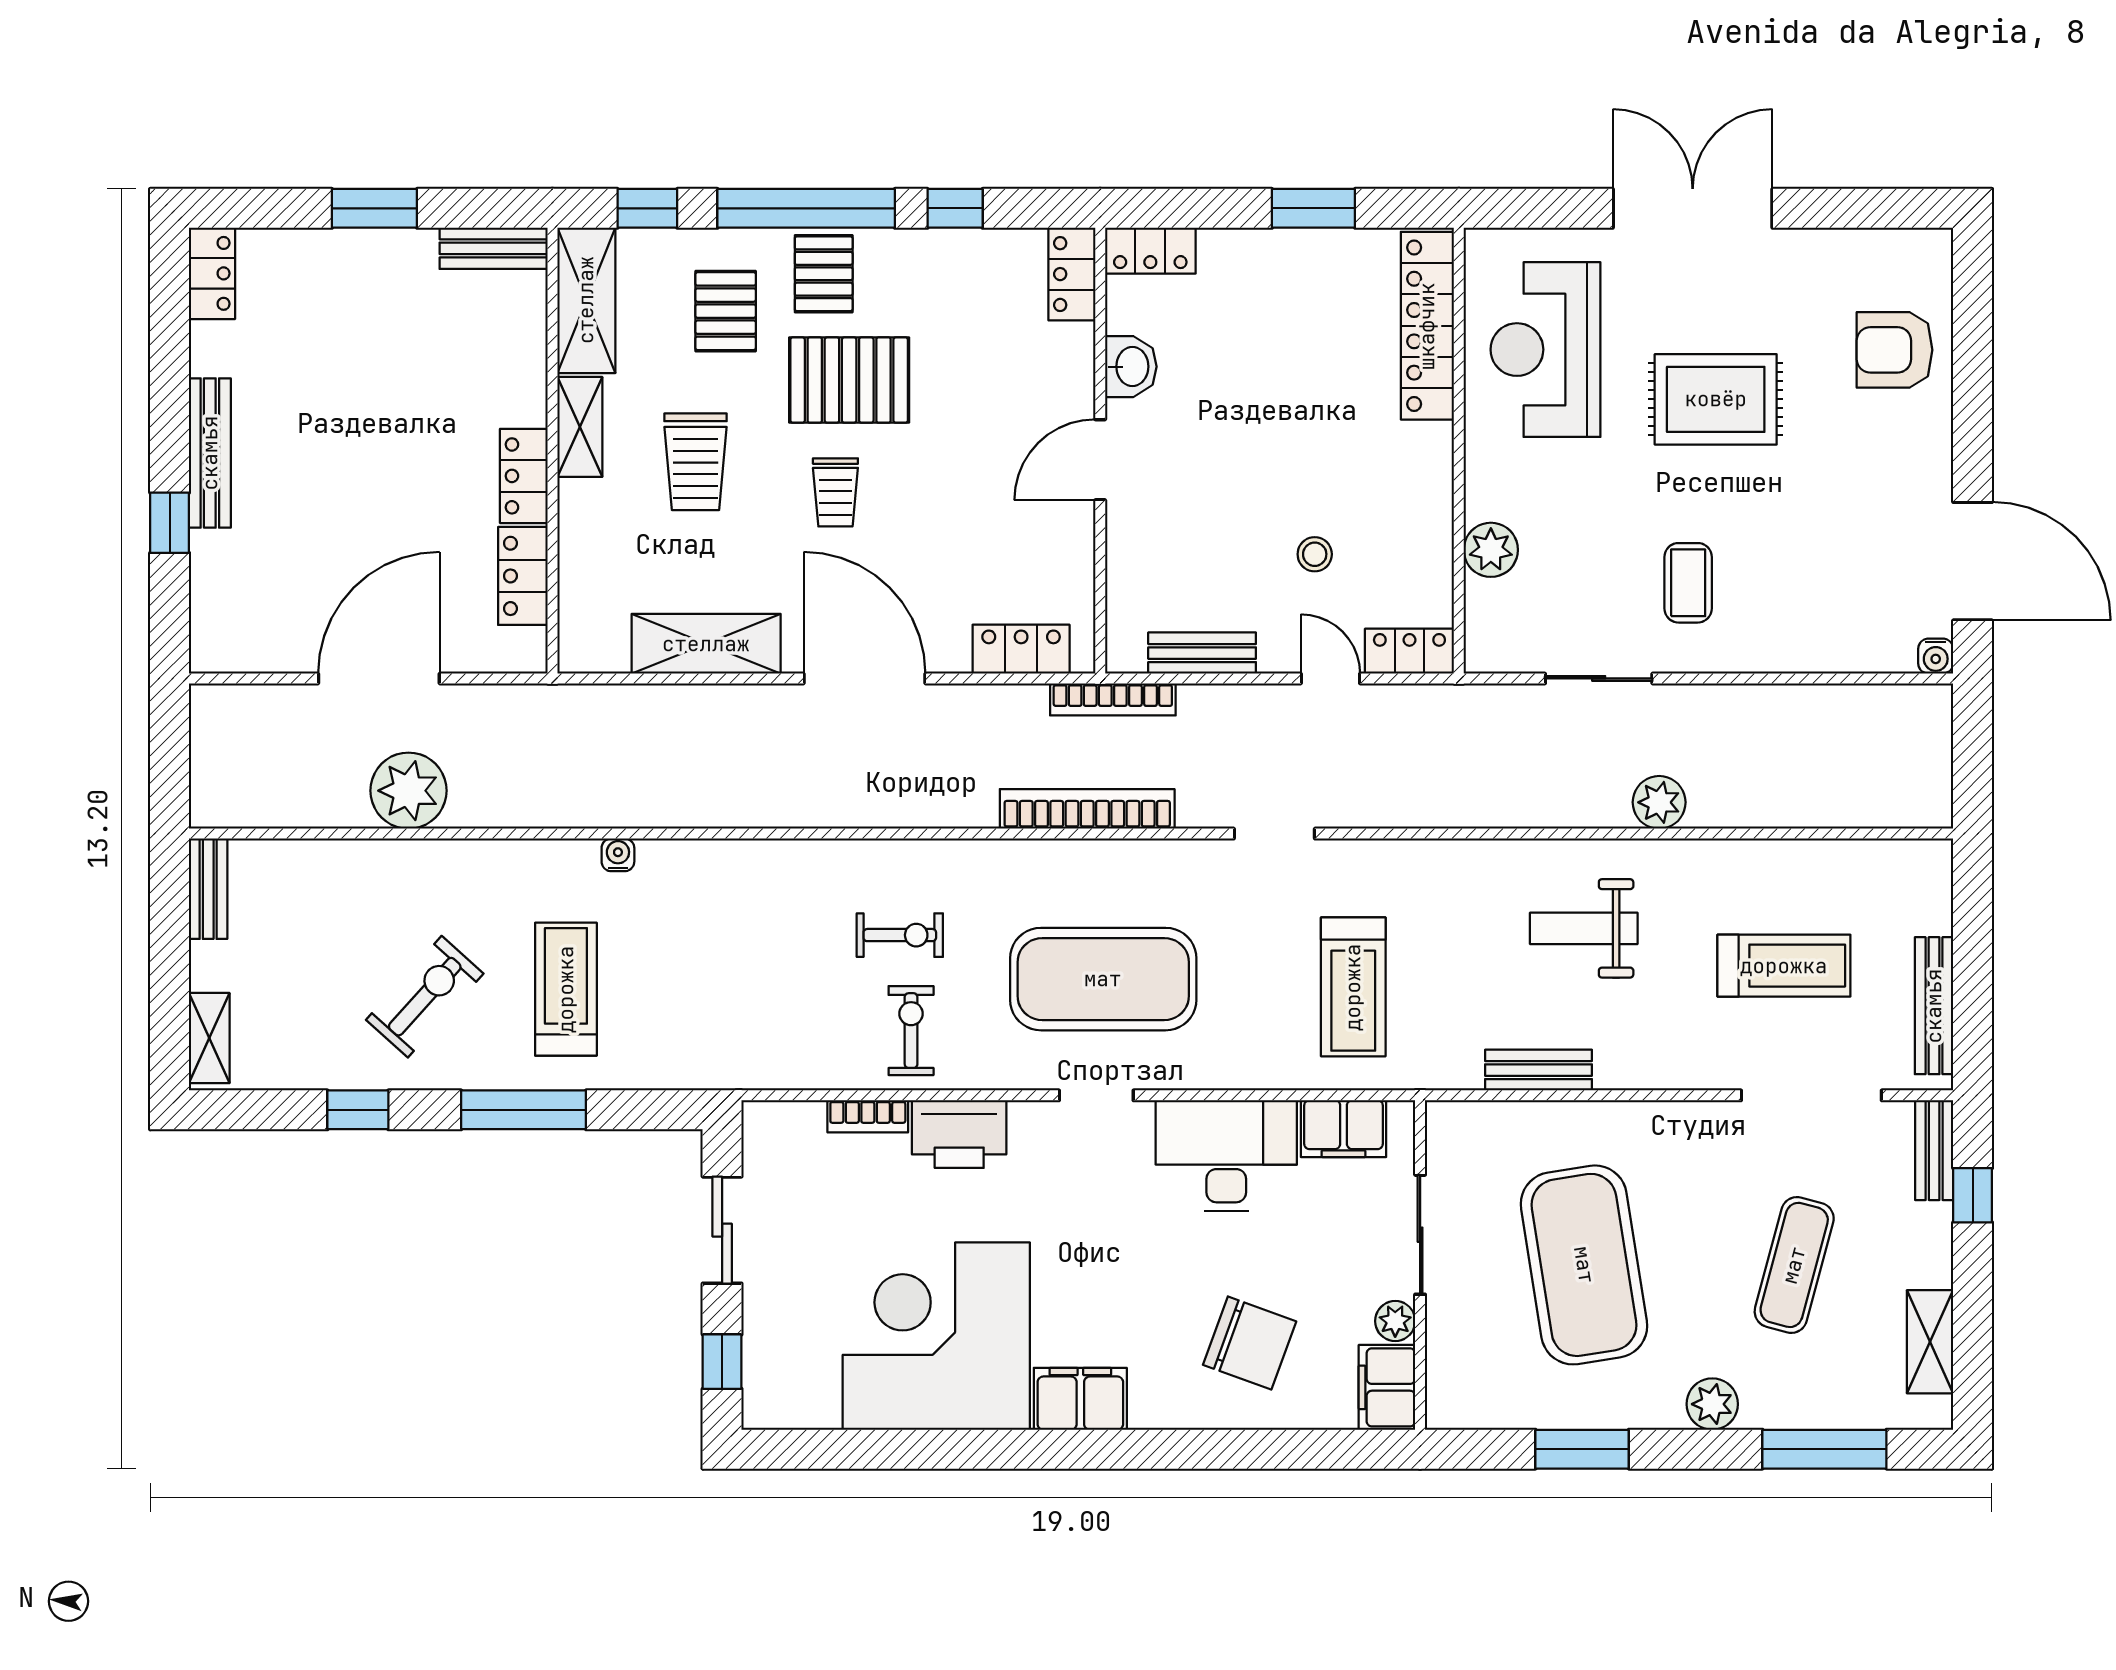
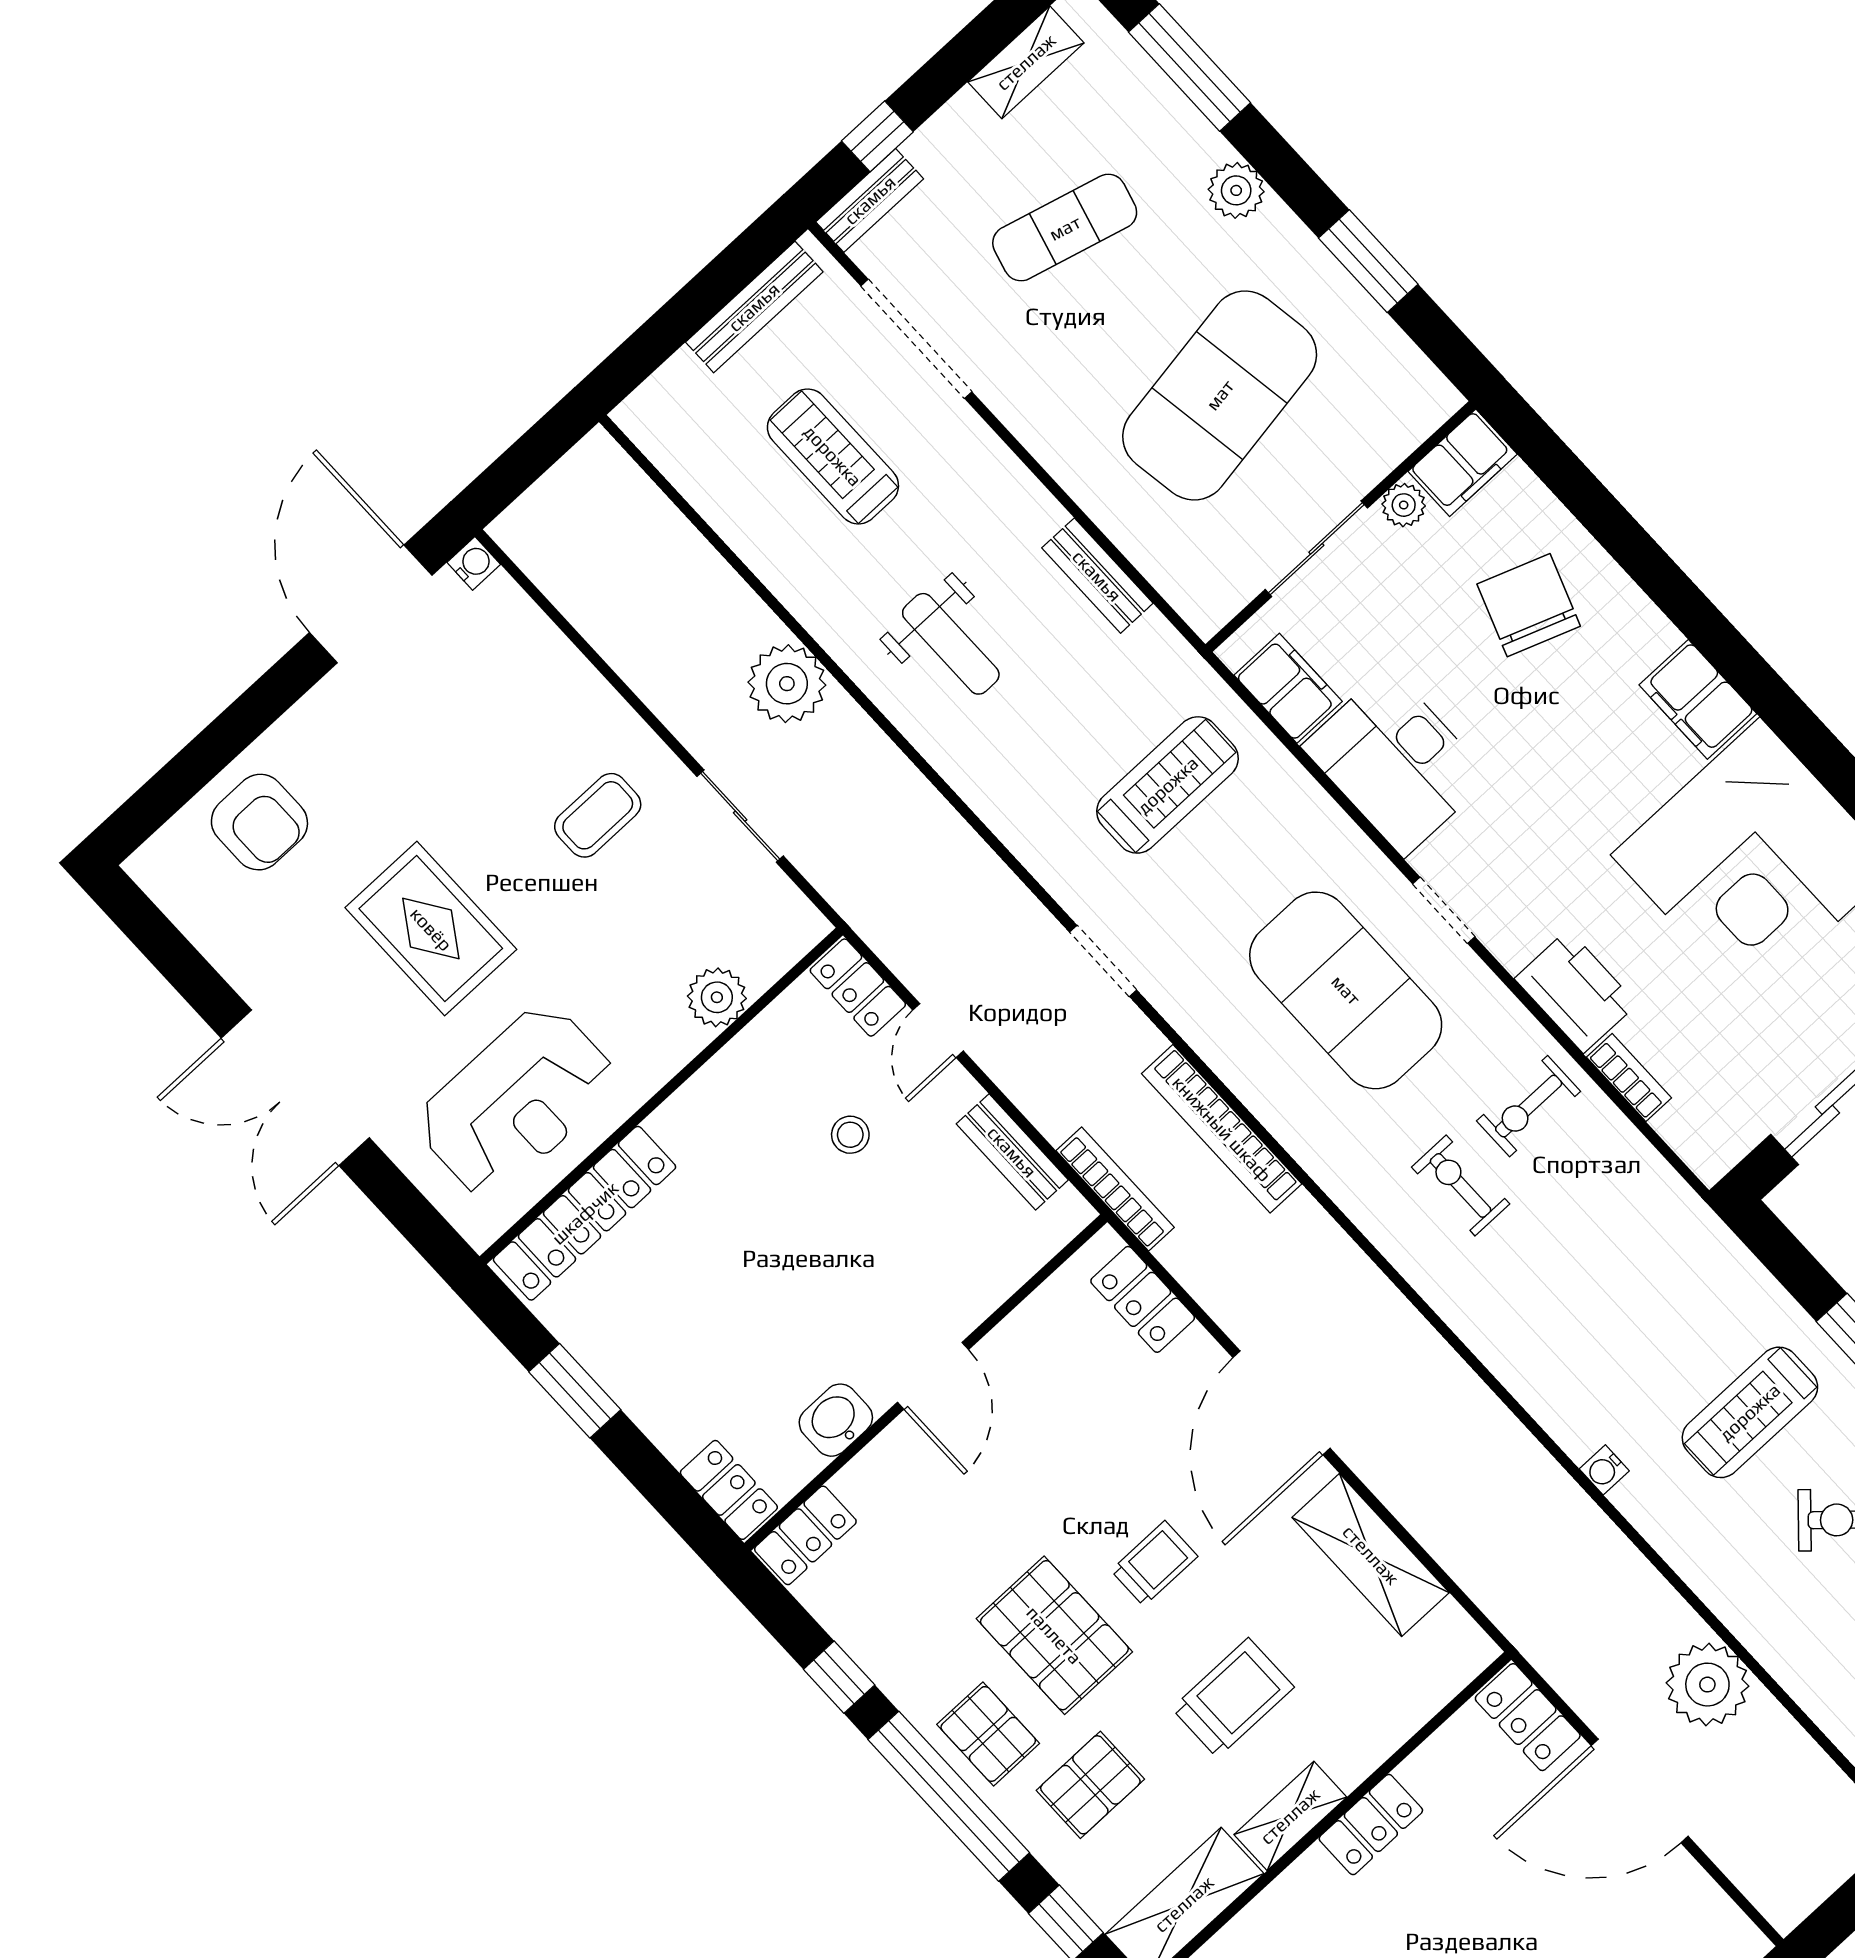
pallet: (824, 274) -> (988, 1734), turned 90
door: (1100, 460) -> (933, 1376), hinge flipped
locker: (523, 576) -> (1528, 1717), moved, turned 90
plant: (1659, 802) -> (787, 684), width x1.36, depth x1.36

